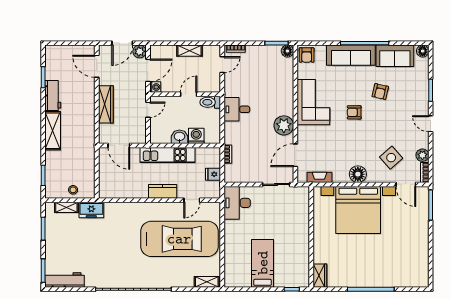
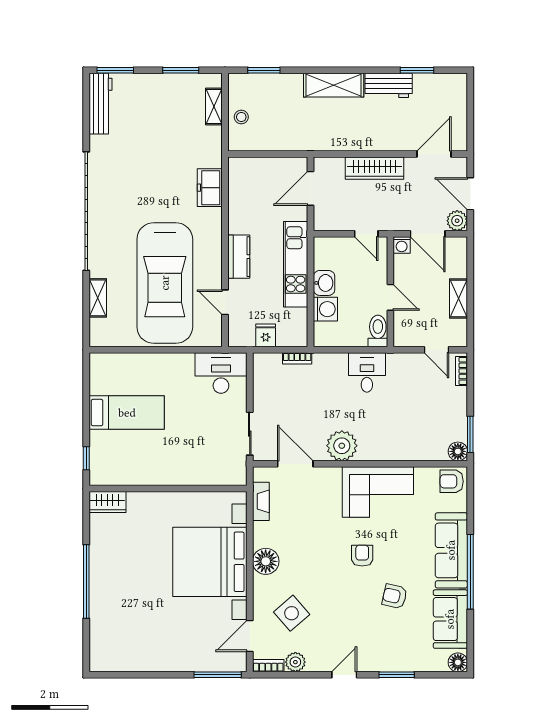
freezer: (91, 210) -> (210, 188), moved
shelving: (207, 282) -> (98, 298), moved

